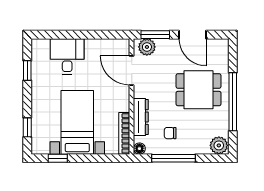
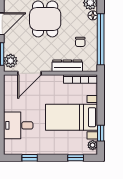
plant: (43, 148) -> (93, 145), added
floor lamp: (139, 149) -> (93, 15), moved
window: (174, 158) -> (101, 39), width x1.46

